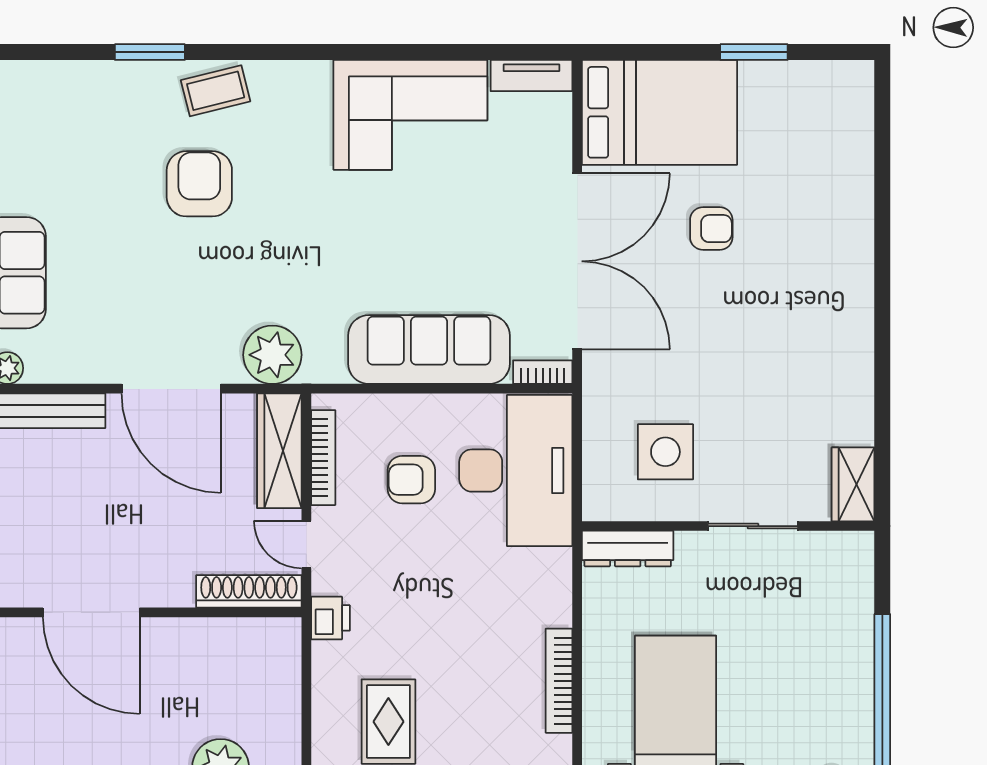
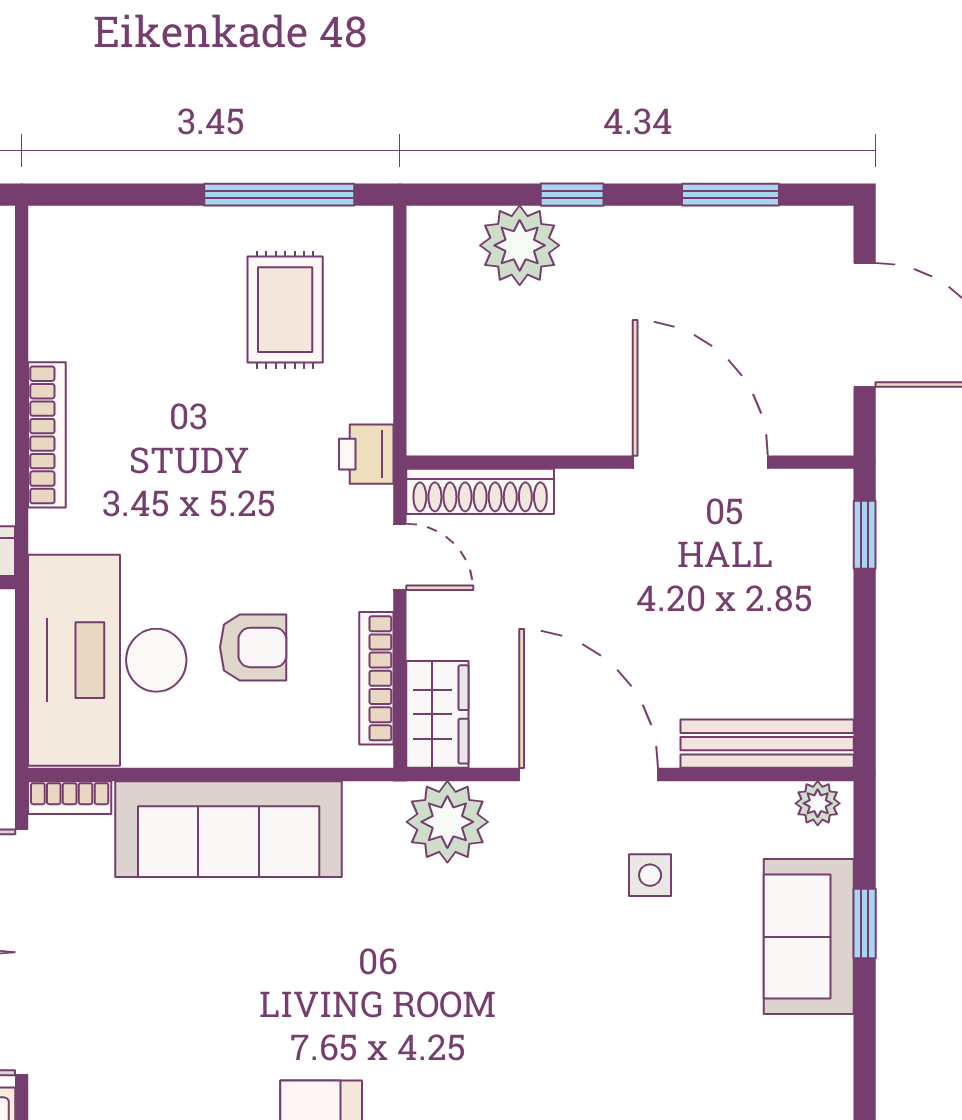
armchair: (199, 184) -> (549, 1061), removed
side table: (127, 317) -> (650, 875), added
wardrobe: (279, 451) -> (437, 714), width x0.67
bookcase: (559, 681) -> (47, 435), moved

